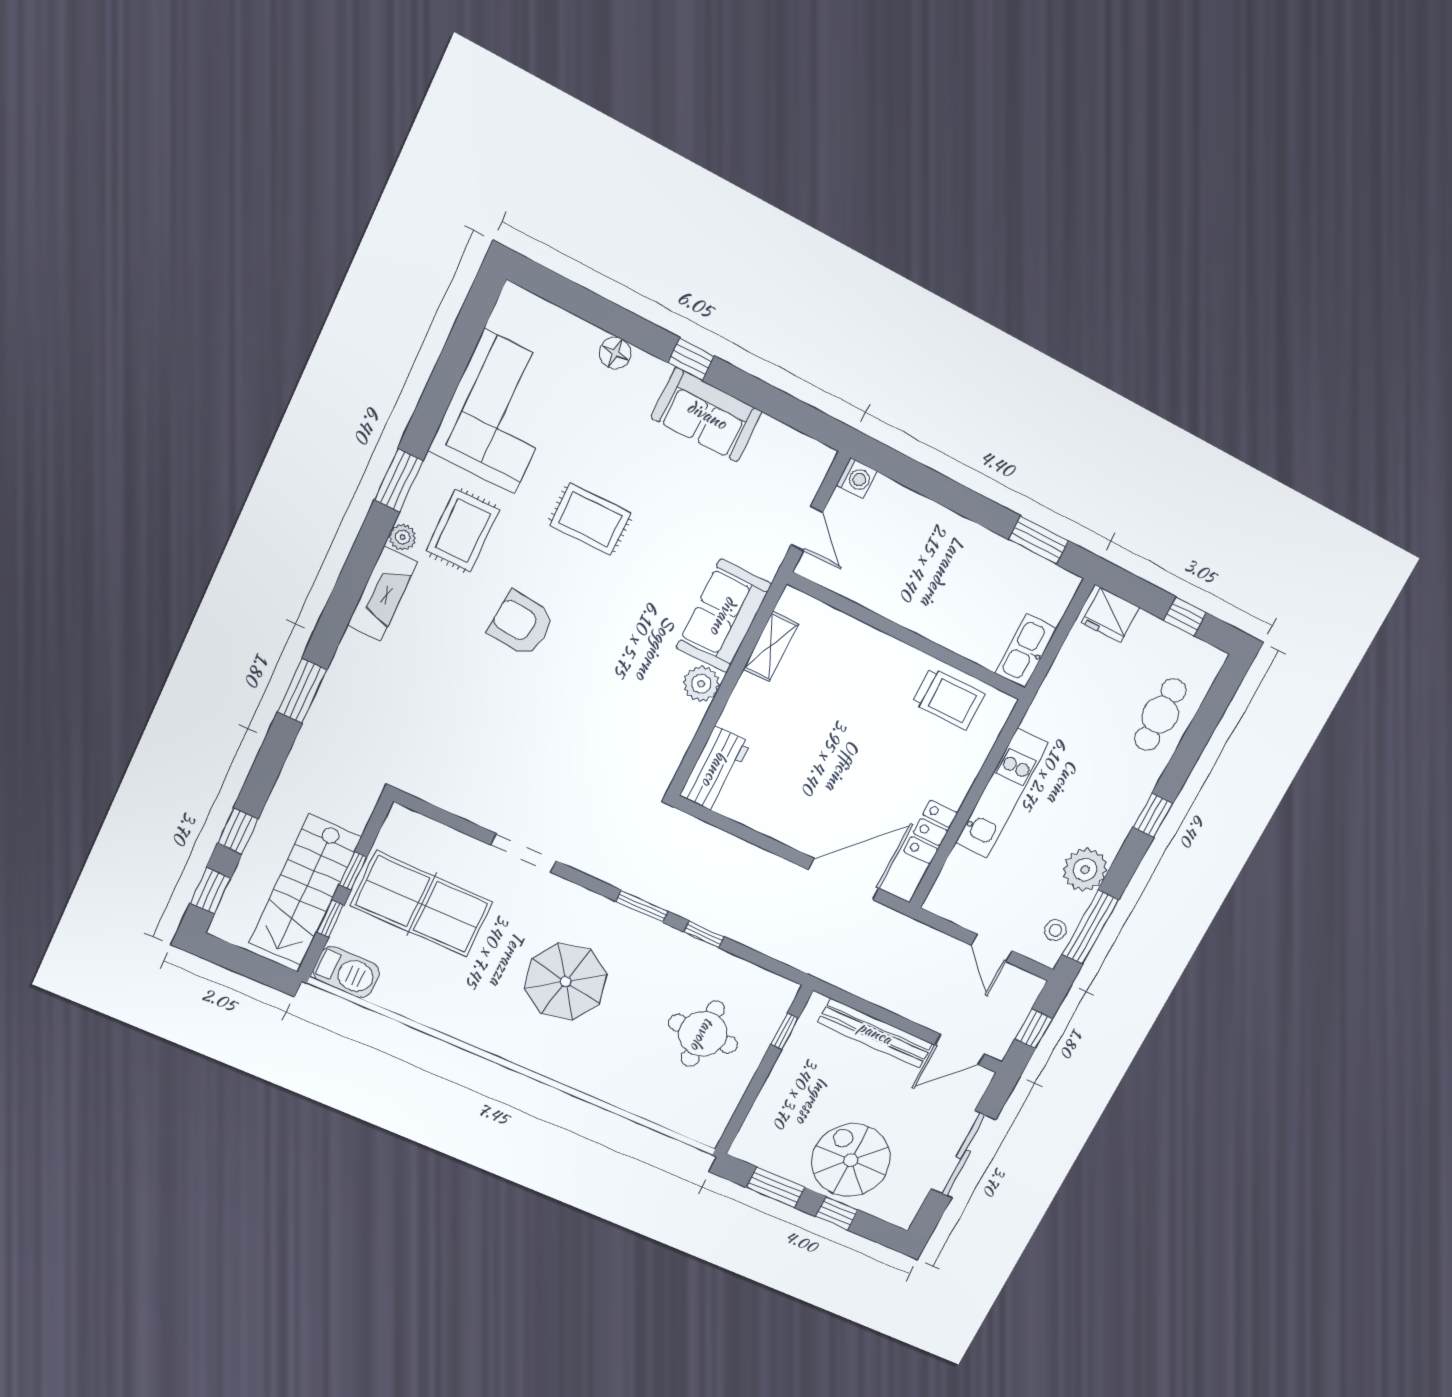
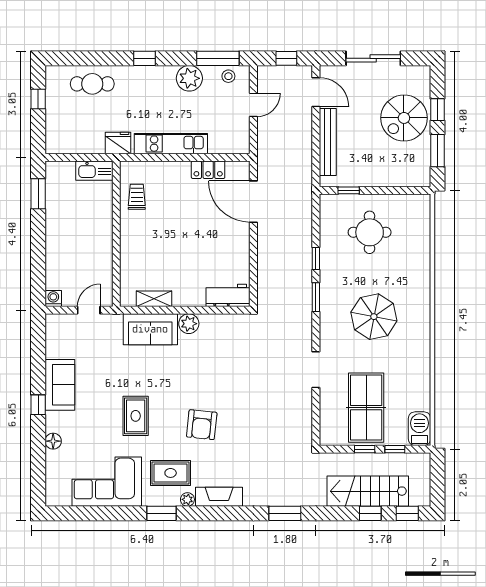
fridge: (1111, 615) -> (118, 143), moved, turned -90
trolley: (949, 699) -> (137, 197), width x0.73, depth x0.72
stairs: (305, 890) -> (368, 491), moved, turned 180

